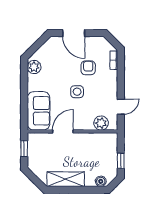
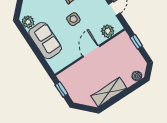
sofa: (39, 111) -> (45, 40), moved
door: (63, 131) -> (91, 51), moved
window: (121, 161) -> (136, 42), moved

